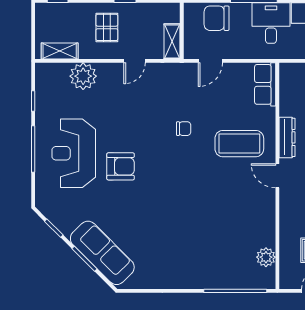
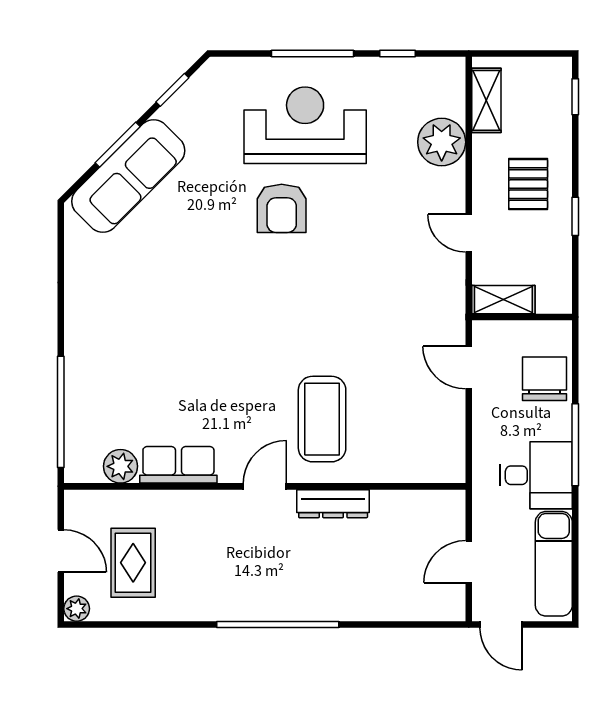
pallet: (107, 27) -> (528, 184), turned 90
row of seats: (265, 84) -> (178, 465), moved
chair: (184, 129) -> (349, 320), removed

